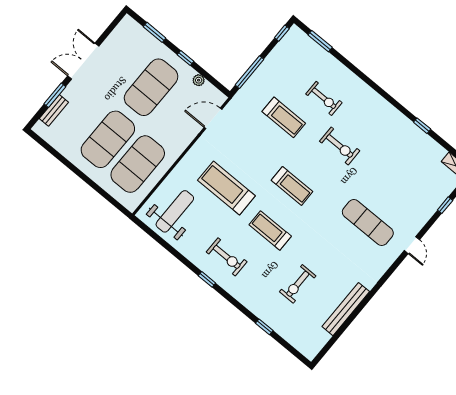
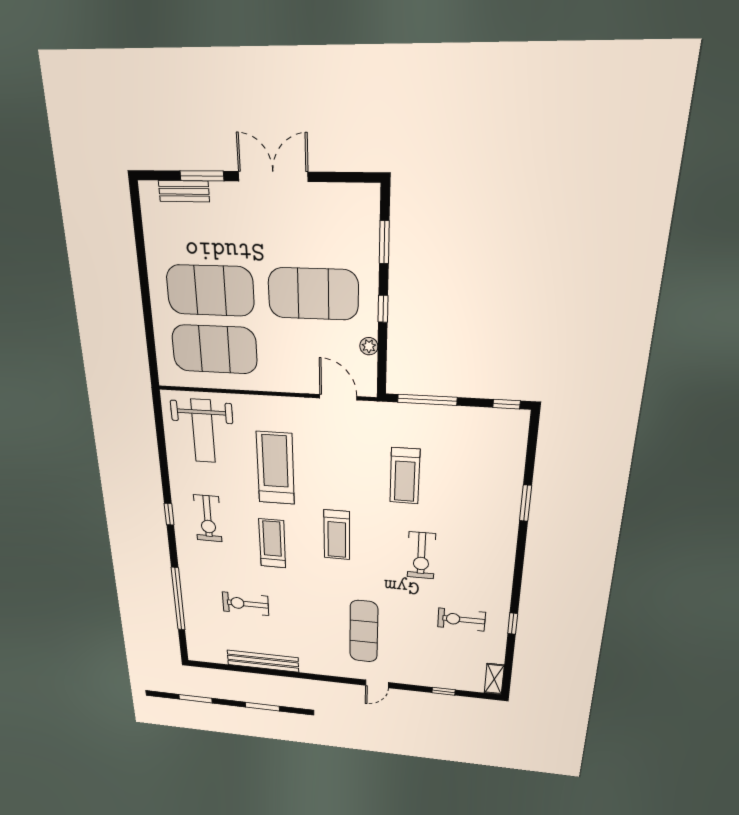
window: (320, 41) -> (526, 503), moved
exercise bike: (324, 98) -> (461, 620), moved, turned 90
weight bench: (175, 211) -> (203, 431), turned 90
window: (264, 327) -> (178, 599), width x3.17

